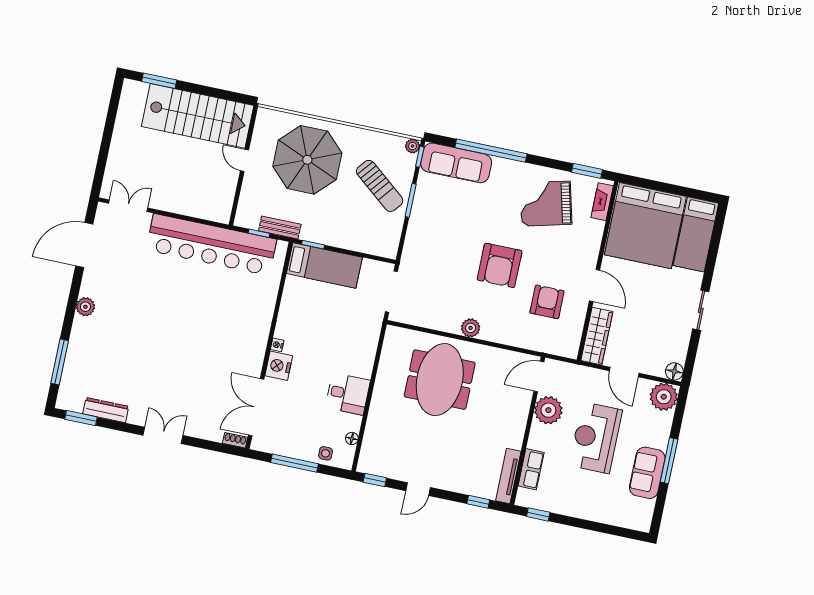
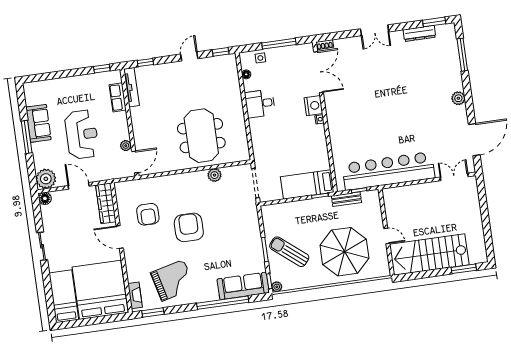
double door: (128, 206) -> (454, 177), swing flipped
plant: (471, 328) -> (215, 175), moved
plant: (548, 410) -> (126, 146), width x0.53, depth x0.53

